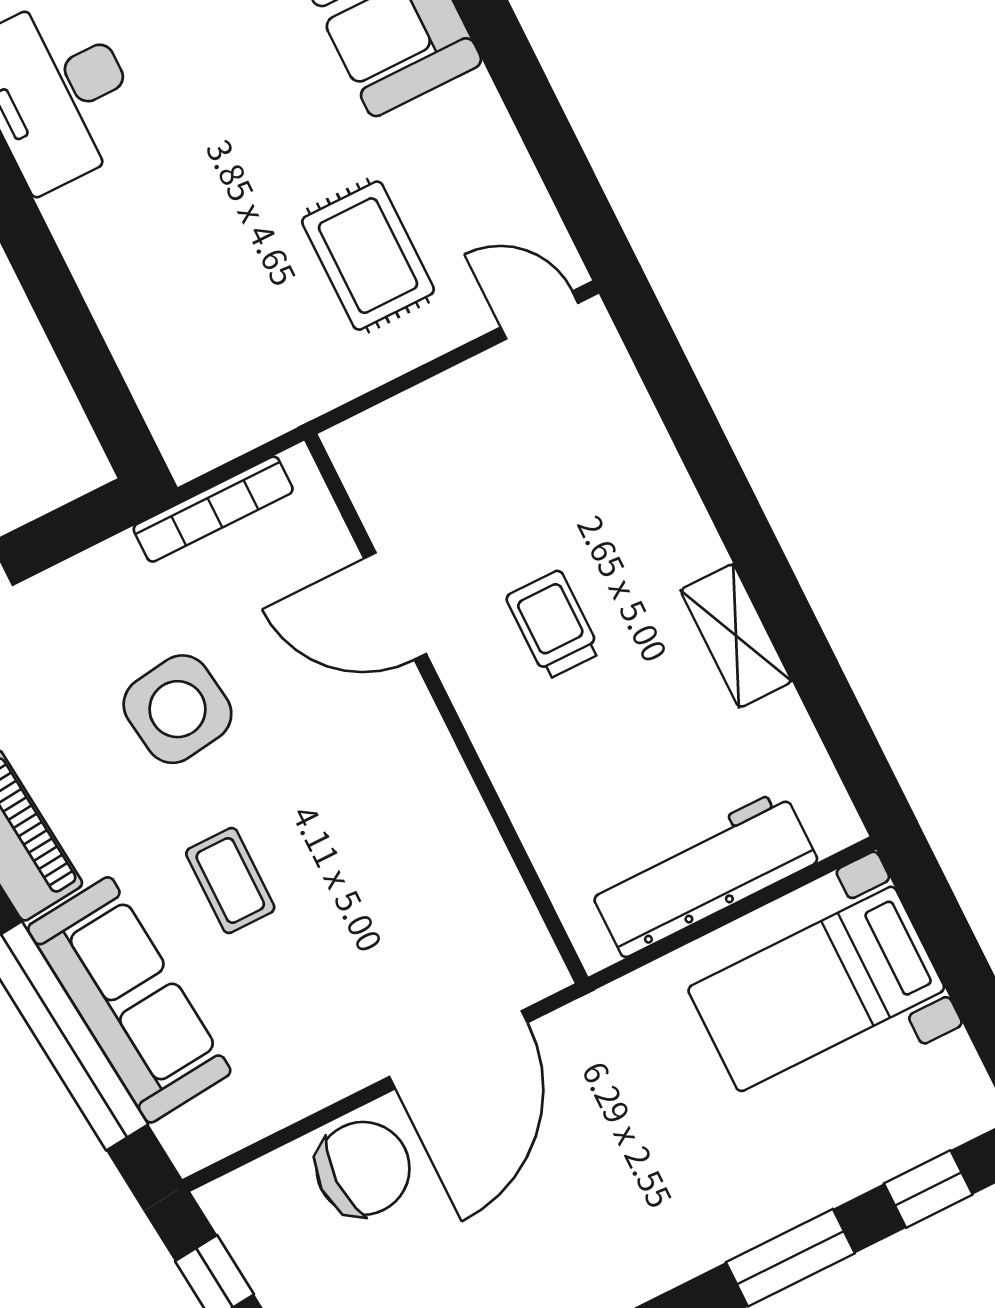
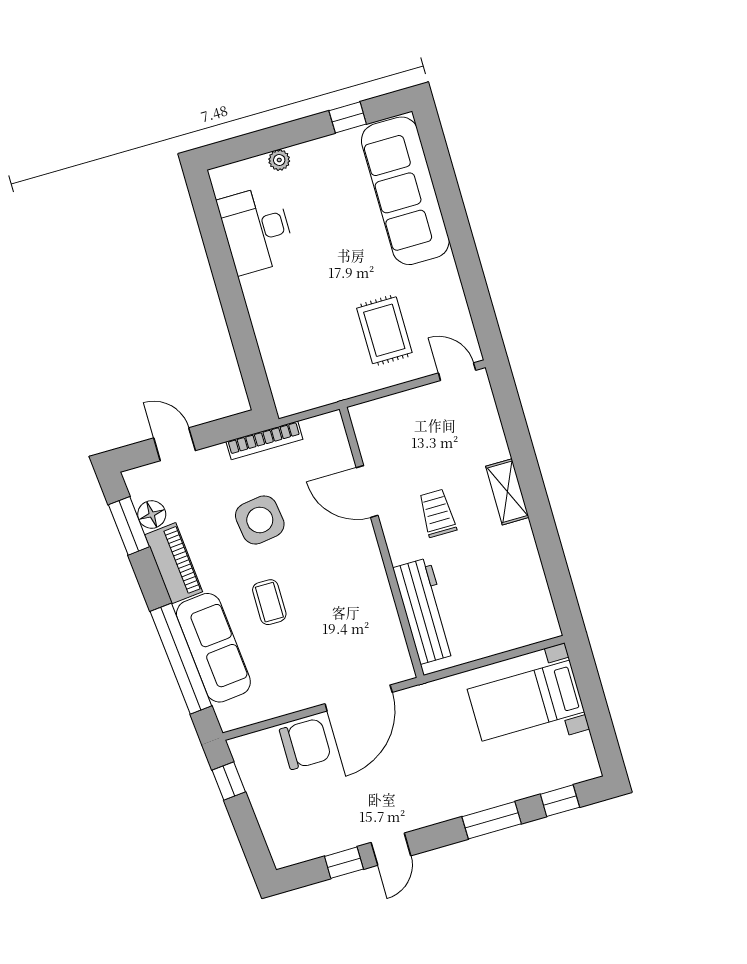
bookcase: (213, 509) -> (264, 440), moved
shelving: (736, 636) -> (507, 492), moved
workbench: (703, 874) -> (425, 611), moved, turned 90

